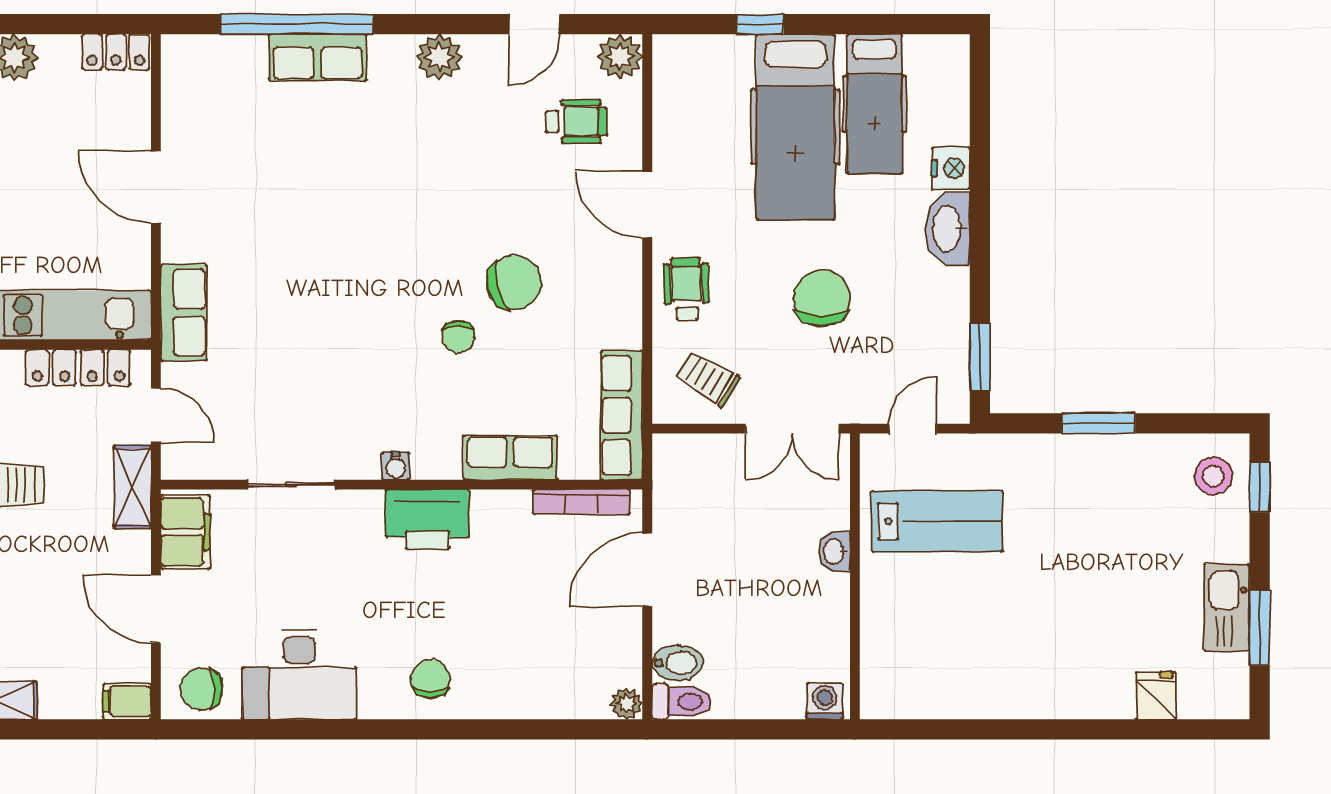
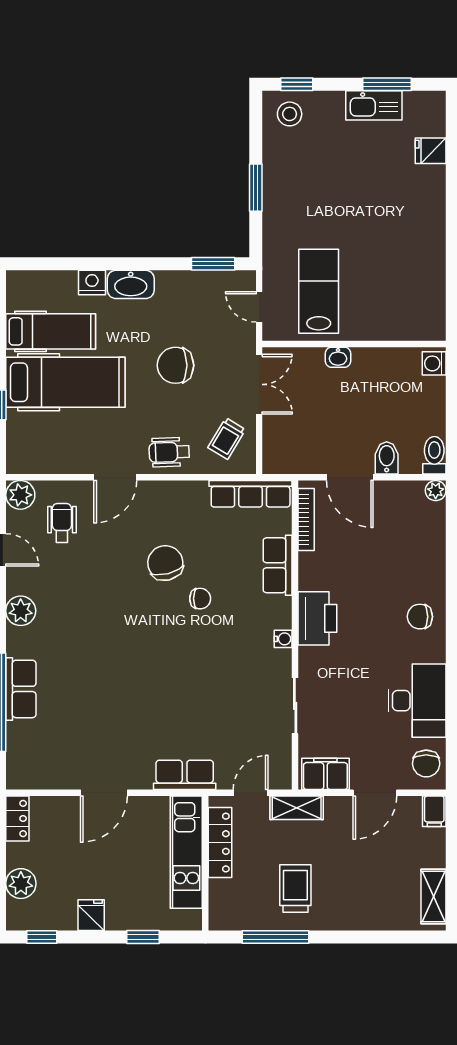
bidet: (677, 663) -> (387, 458), moved

